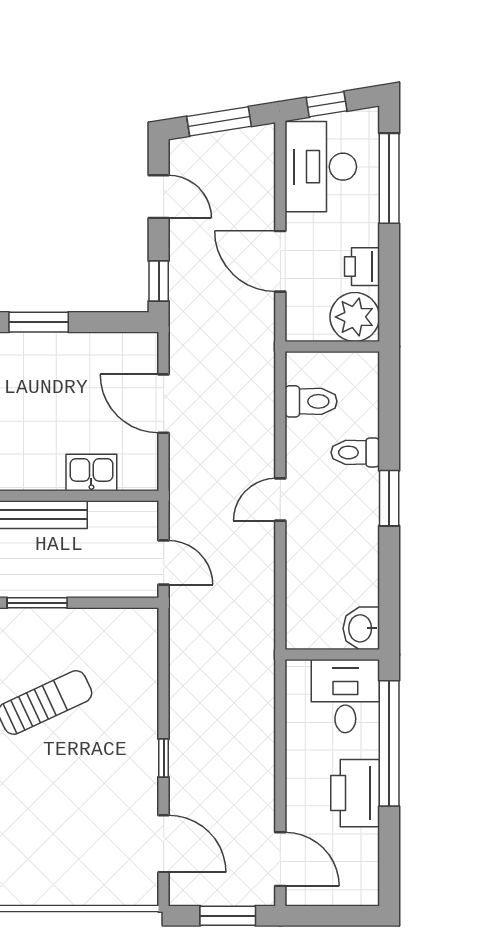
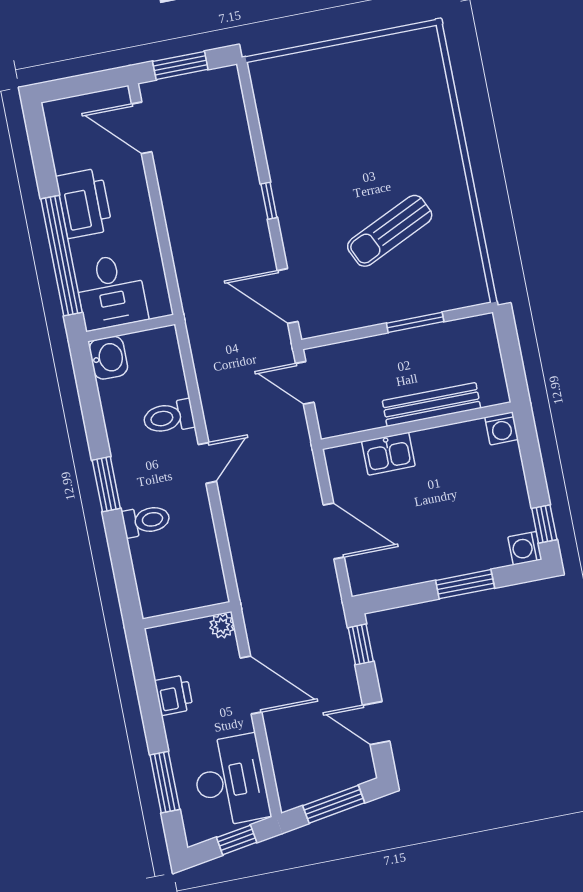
window: (389, 178) -> (165, 782), width x0.69
plant: (355, 317) -> (222, 626), moved, width x0.53, depth x0.53
toilet: (311, 401) -> (169, 417), moved
door: (164, 844) -> (288, 296), moved

